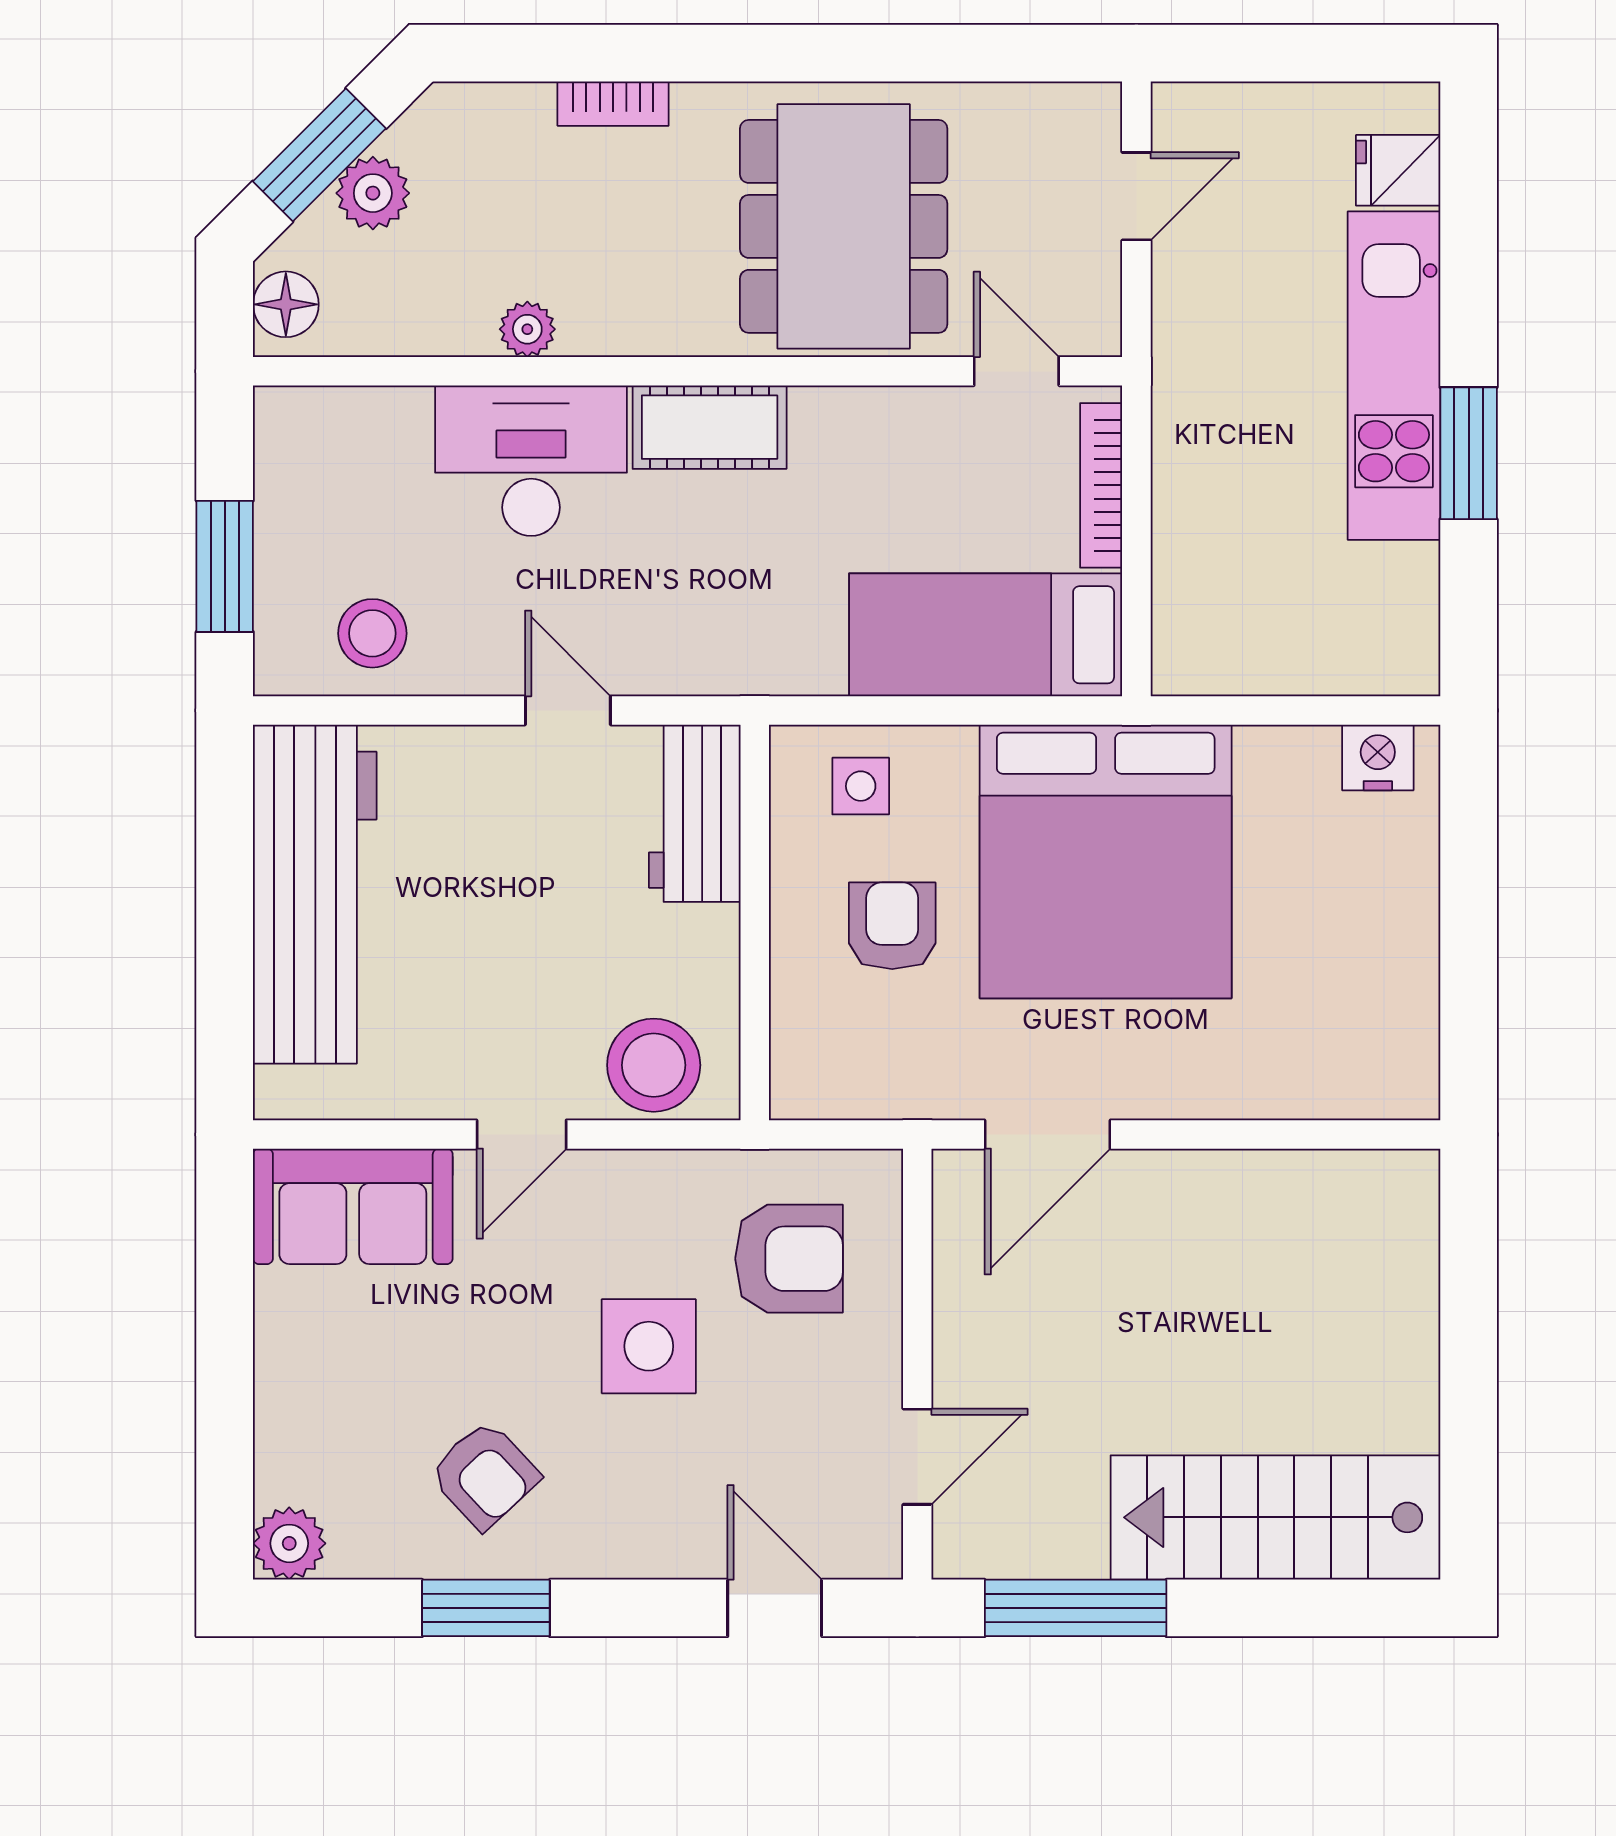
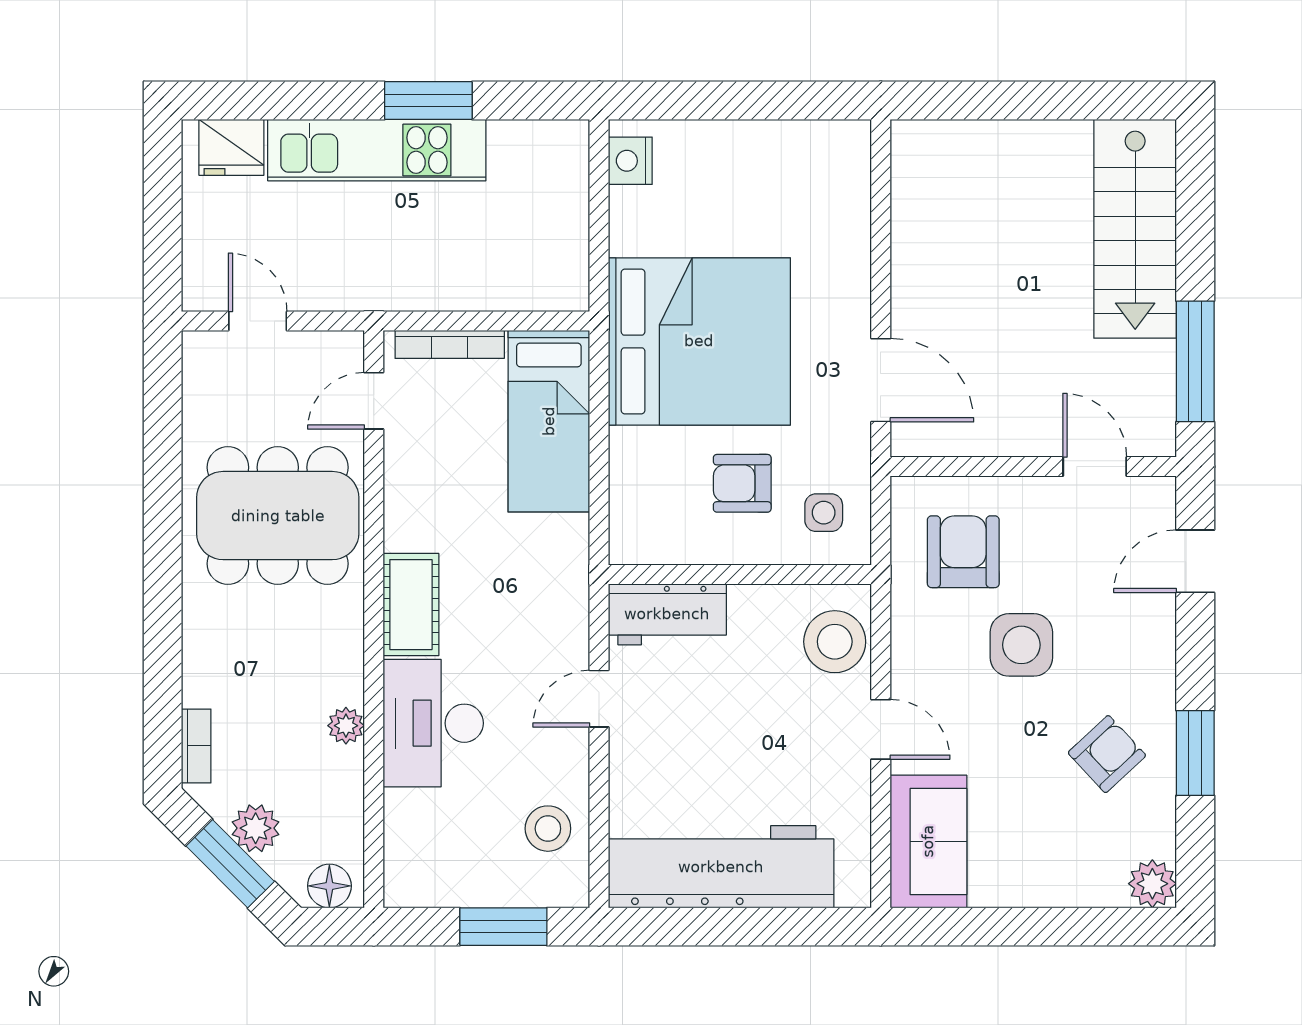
bookcase: (613, 104) -> (196, 746), moved
fridge: (1398, 170) -> (231, 147), width x1.38
side table: (861, 786) -> (824, 513), moved

